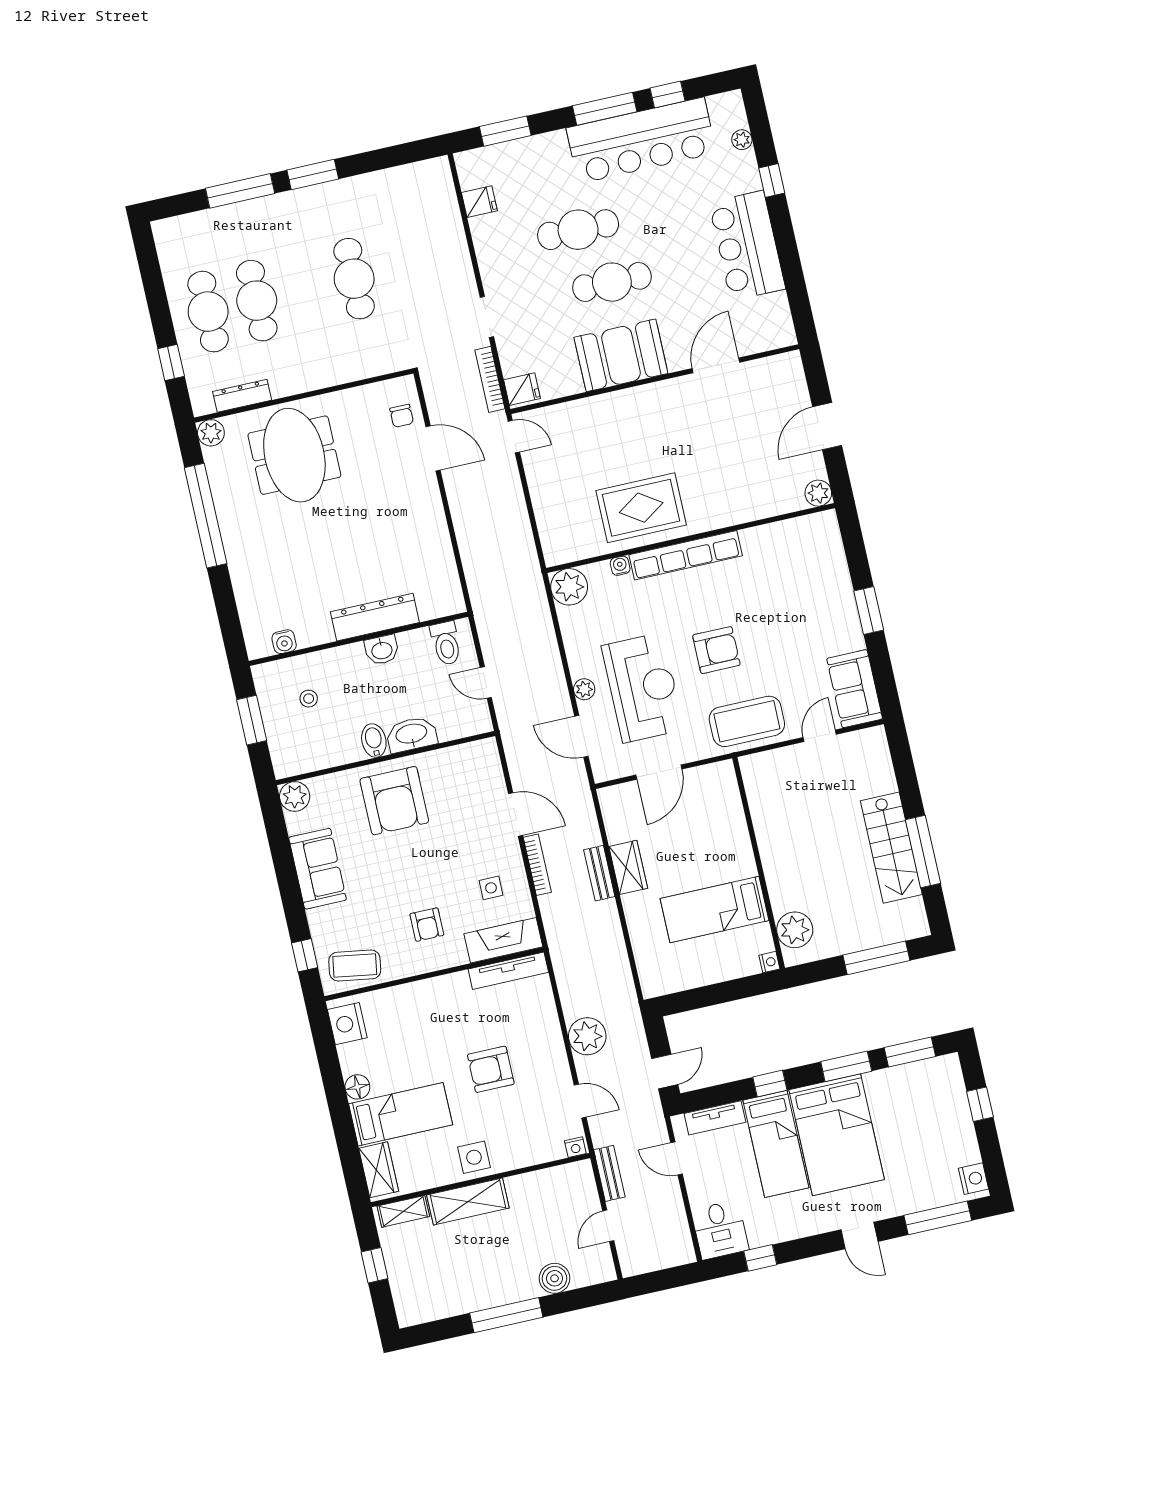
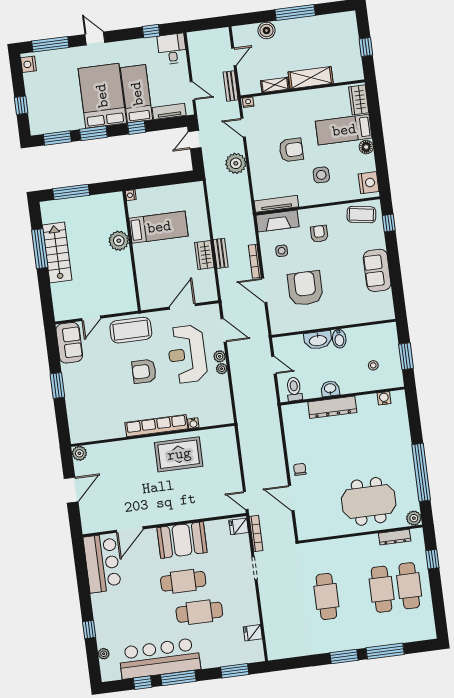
bar counter: (747, 246) -> (102, 563), moved
chair: (402, 416) -> (300, 469), moved
meeting table: (294, 455) -> (369, 501), turned 90
plant: (569, 587) -> (222, 369), moved, width x0.53, depth x0.53
plant: (295, 796) -> (386, 312), removed
armchair: (394, 801) -> (305, 288), moved
plant: (795, 930) -> (119, 241), moved
side table: (474, 1157) -> (321, 175), moved
shelving: (403, 1211) -> (275, 85), moved

